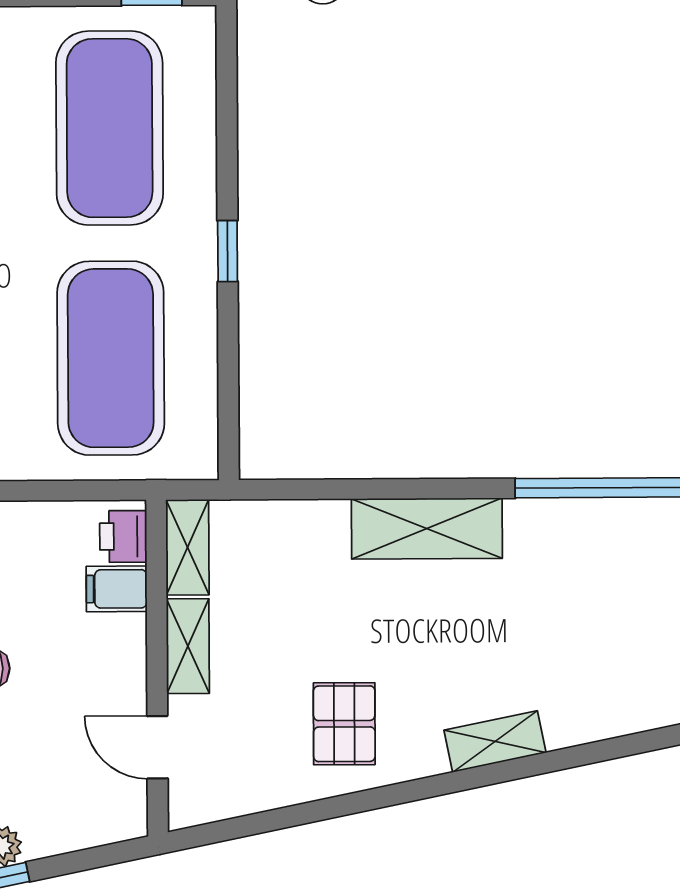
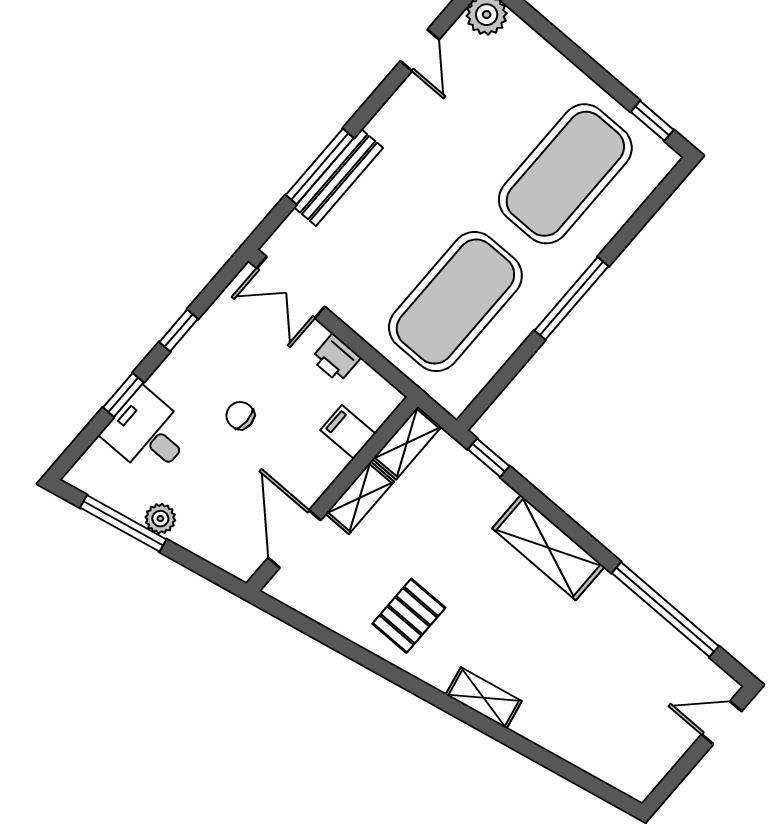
window: (228, 251) -> (571, 298), width x2.17
window: (285, 489) -> (489, 458), added
printer: (123, 536) -> (336, 358), moved, turned -90
door: (157, 747) -> (294, 539), width x1.38

